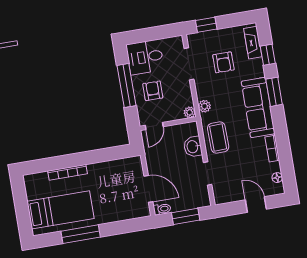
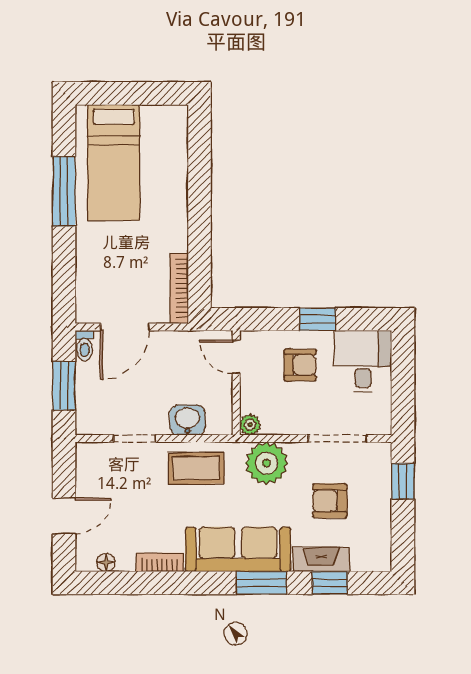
fireplace: (253, 43) -> (321, 560), moved
window: (126, 85) -> (318, 319), width x0.46
plant: (204, 106) -> (267, 463), width x1.88, depth x1.88
bookcase: (68, 172) -> (179, 288), moved

